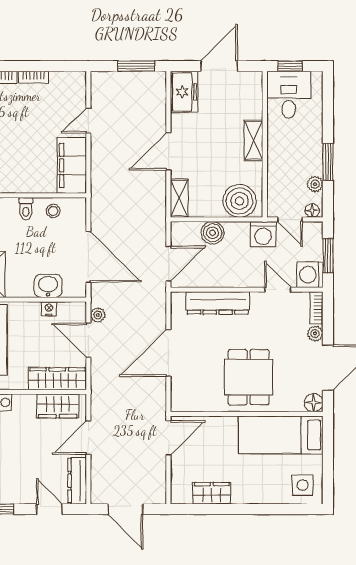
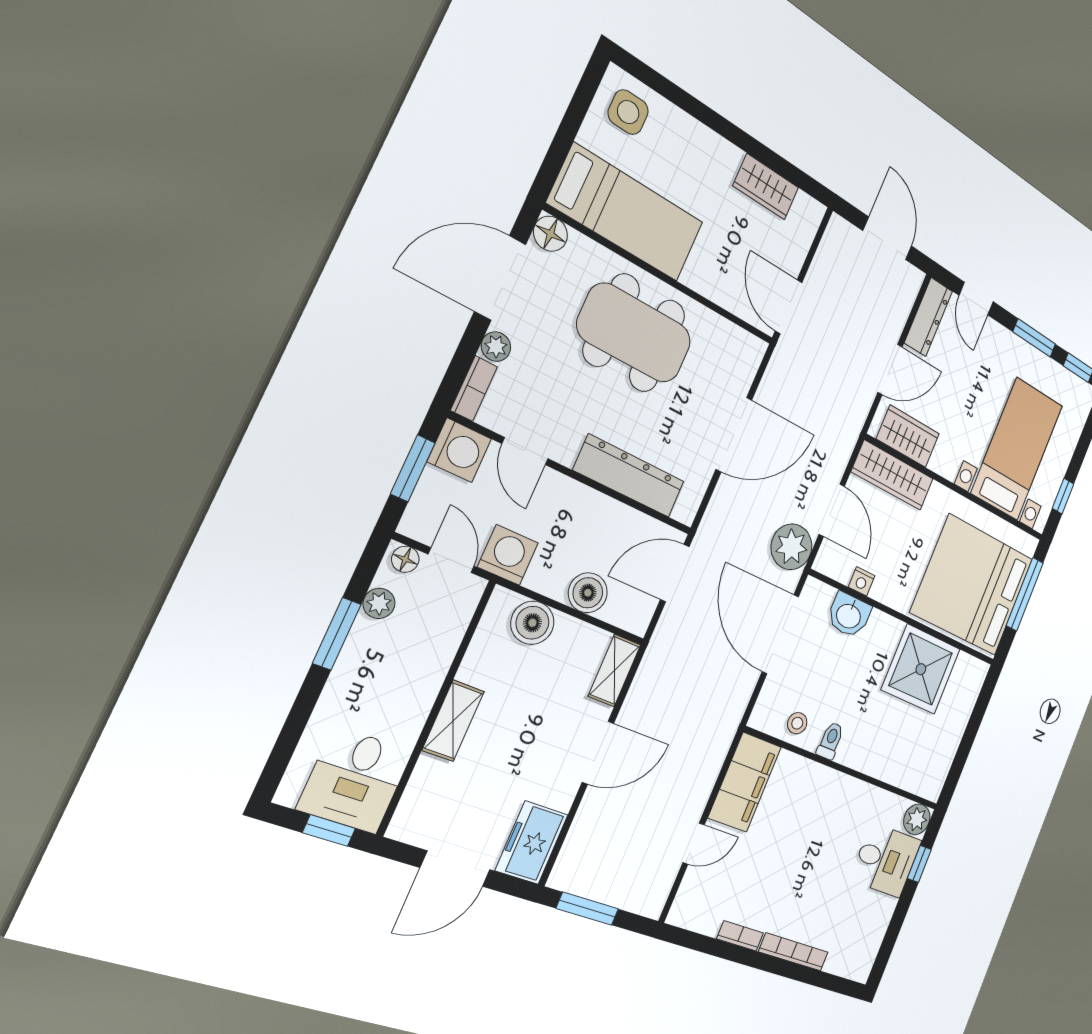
boiler: (239, 201) -> (532, 623), width x0.73, depth x0.73
plant: (98, 315) -> (791, 547), width x1.88, depth x1.88
dining table: (249, 377) -> (634, 333), width x1.38
door: (168, 438) -> (789, 307), hinge flipped

